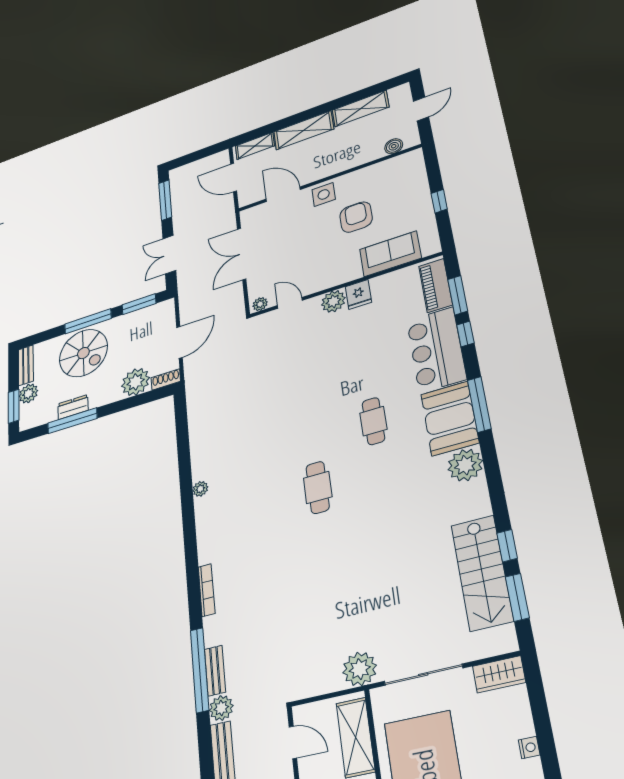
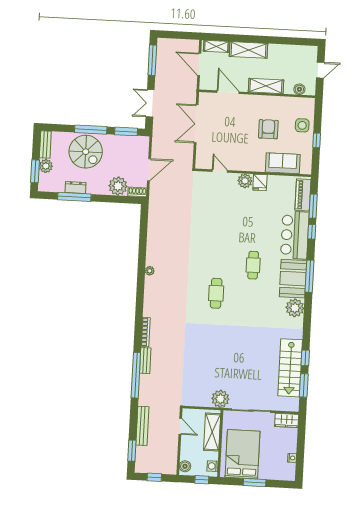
shelving: (361, 109) -> (266, 86), moved
side table: (324, 194) -> (302, 125), moved
plant: (260, 304) -> (202, 164), removed
bench: (215, 671) -> (145, 361), moved
plant: (221, 708) -> (145, 399), removed

